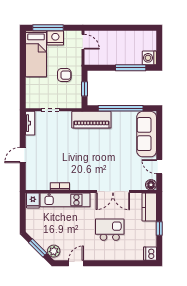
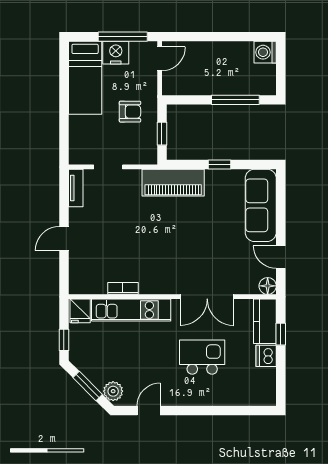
window: (48, 28) -> (123, 37), moved
door: (83, 42) -> (160, 59), hinge flipped
washing machine: (149, 58) -> (265, 52), moved
window: (121, 108) -> (219, 165), width x0.32
window: (23, 219) -> (64, 340), added
window: (159, 228) -> (281, 334), moved
dishwasher: (150, 254) -> (266, 356), moved

